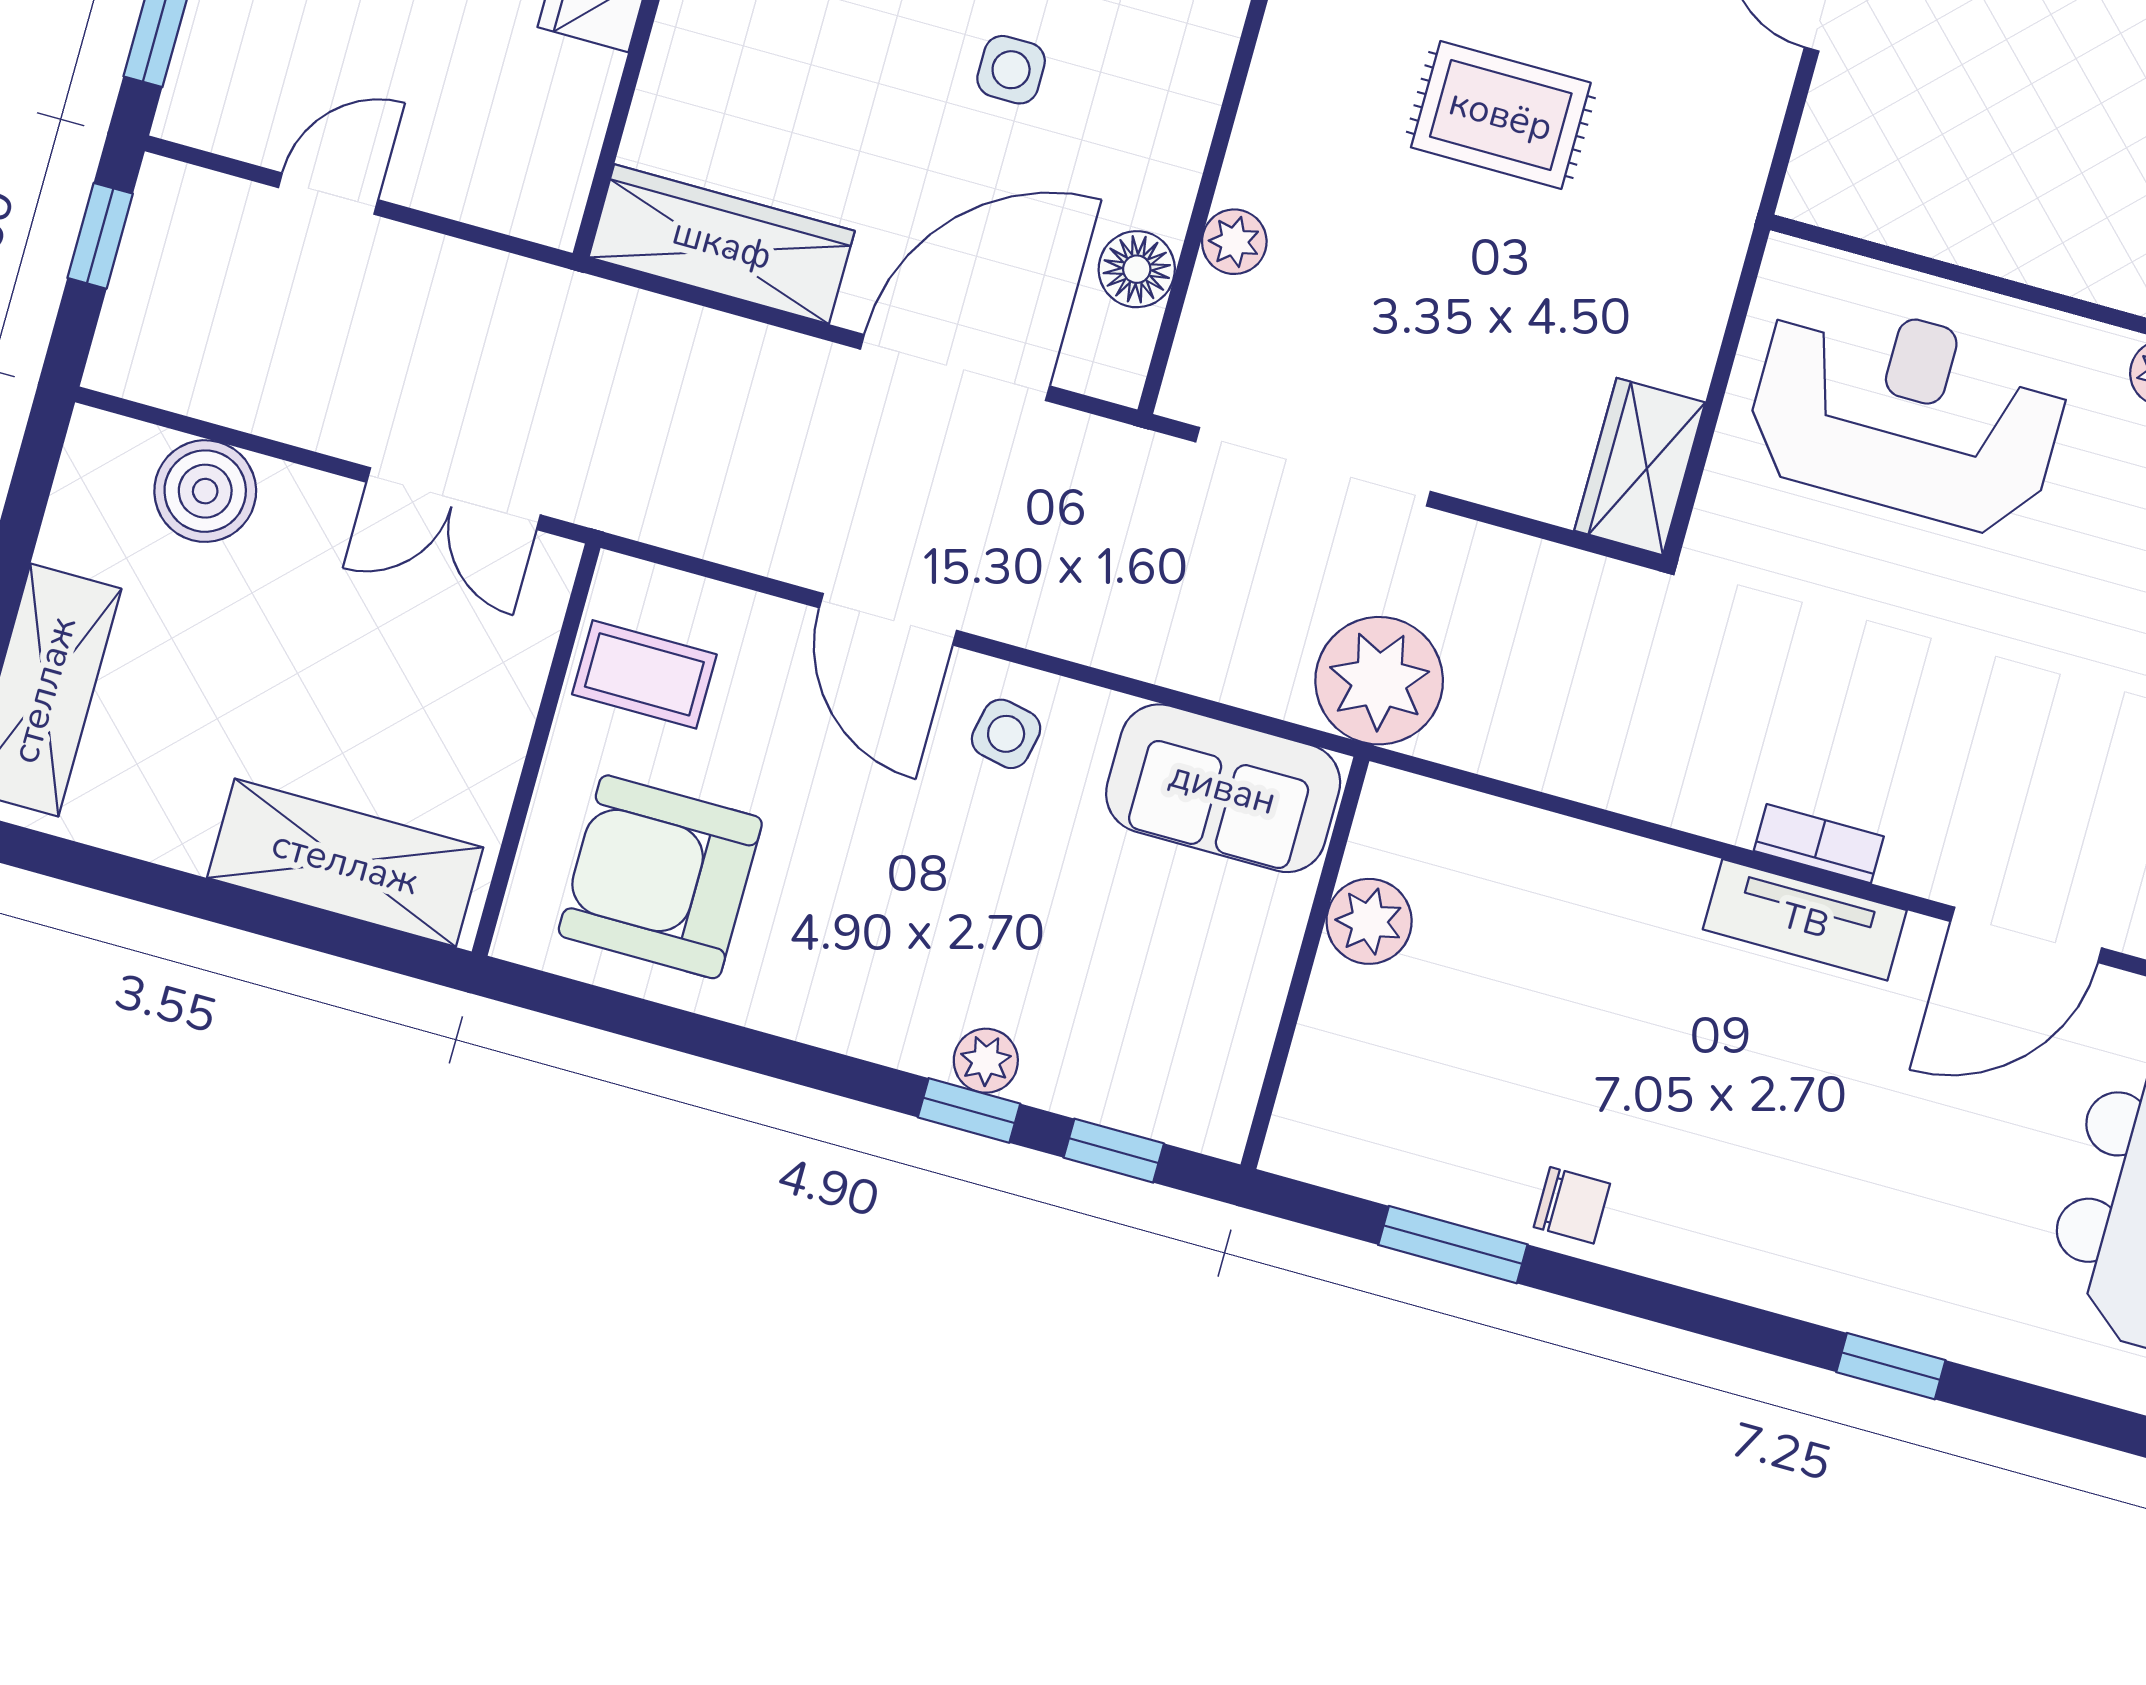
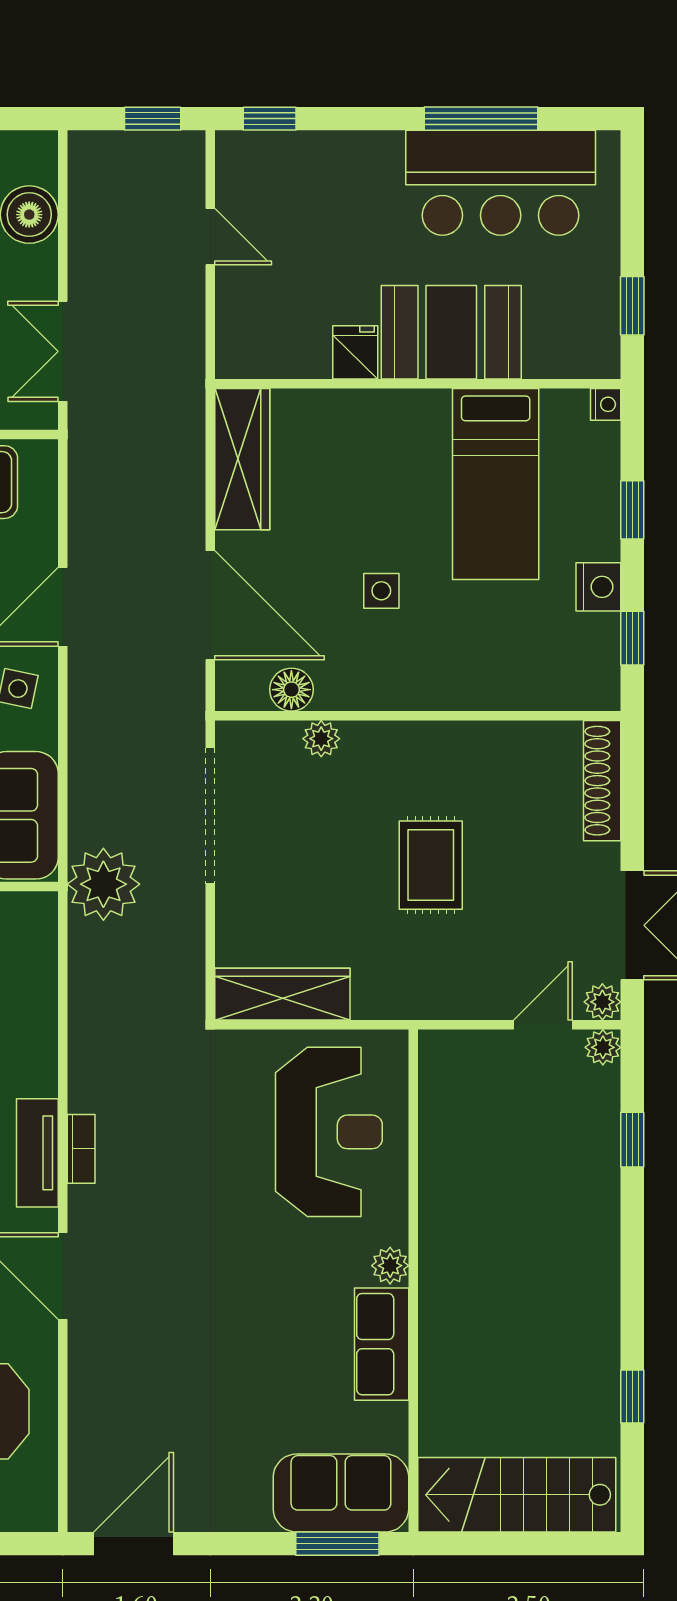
wardrobe: (1640, 467) -> (282, 994), width x1.50

